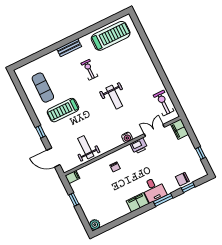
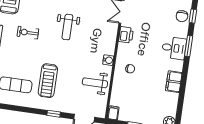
weight bench: (114, 97) -> (67, 27), turned 90
water cooler: (127, 137) -> (108, 60), moved
filing cabinet: (137, 202) -> (174, 82), moved

